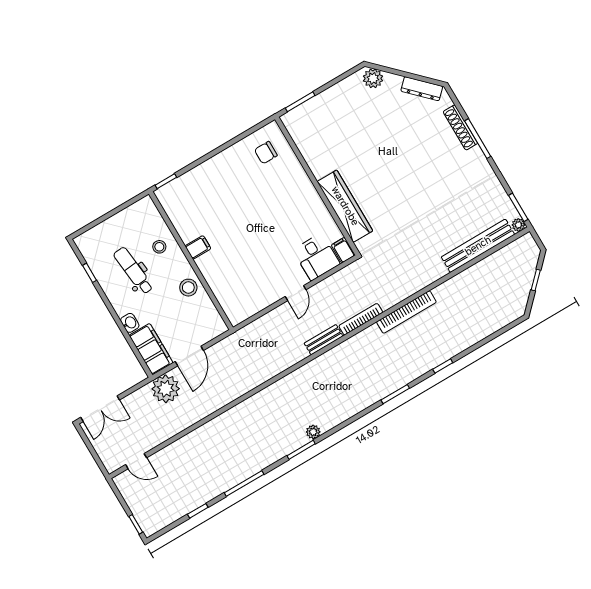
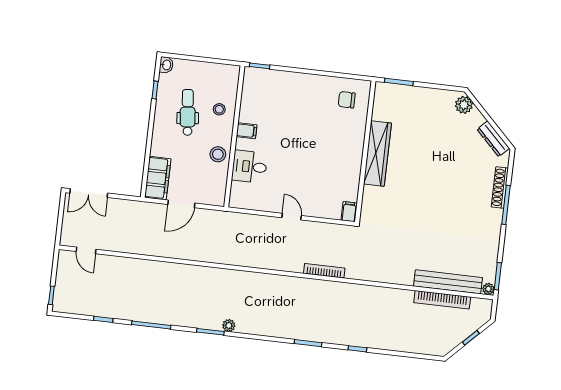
wardrobe: (345, 206) -> (377, 153), moved
desk: (316, 257) -> (250, 167), moved, turned 90
door: (296, 293) -> (292, 217), swing flipped
bookcase: (406, 312) -> (442, 300), moved
washbasin: (130, 323) -> (166, 65), moved
bench: (324, 340) -> (286, 265), removed
plant: (166, 389) -> (147, 214), removed

